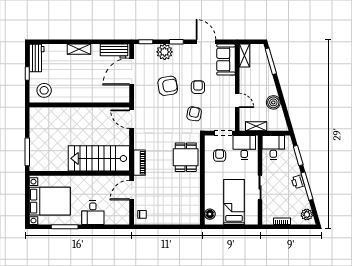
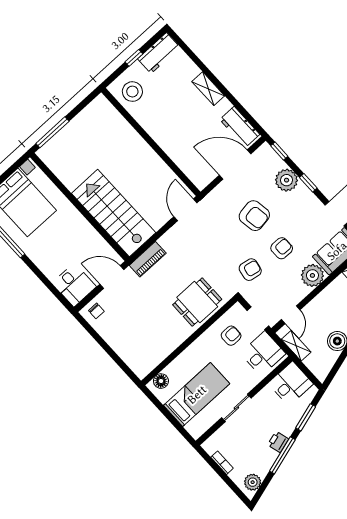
plant: (227, 84) -> (312, 275), added
door: (237, 100) -> (291, 315), moved
desk: (93, 213) -> (74, 285), moved, turned -90

